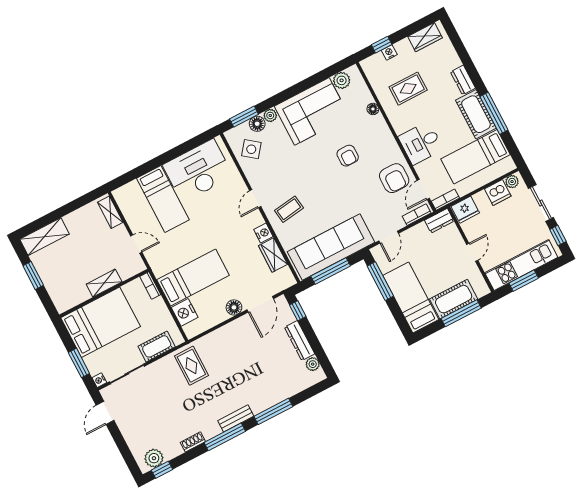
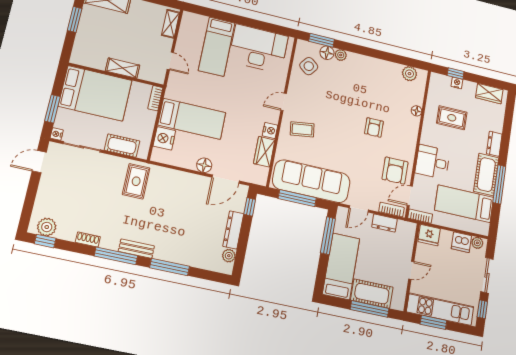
corner sofa: (312, 111) -> (372, 77), removed
dresser: (439, 221) -> (384, 223), moved

